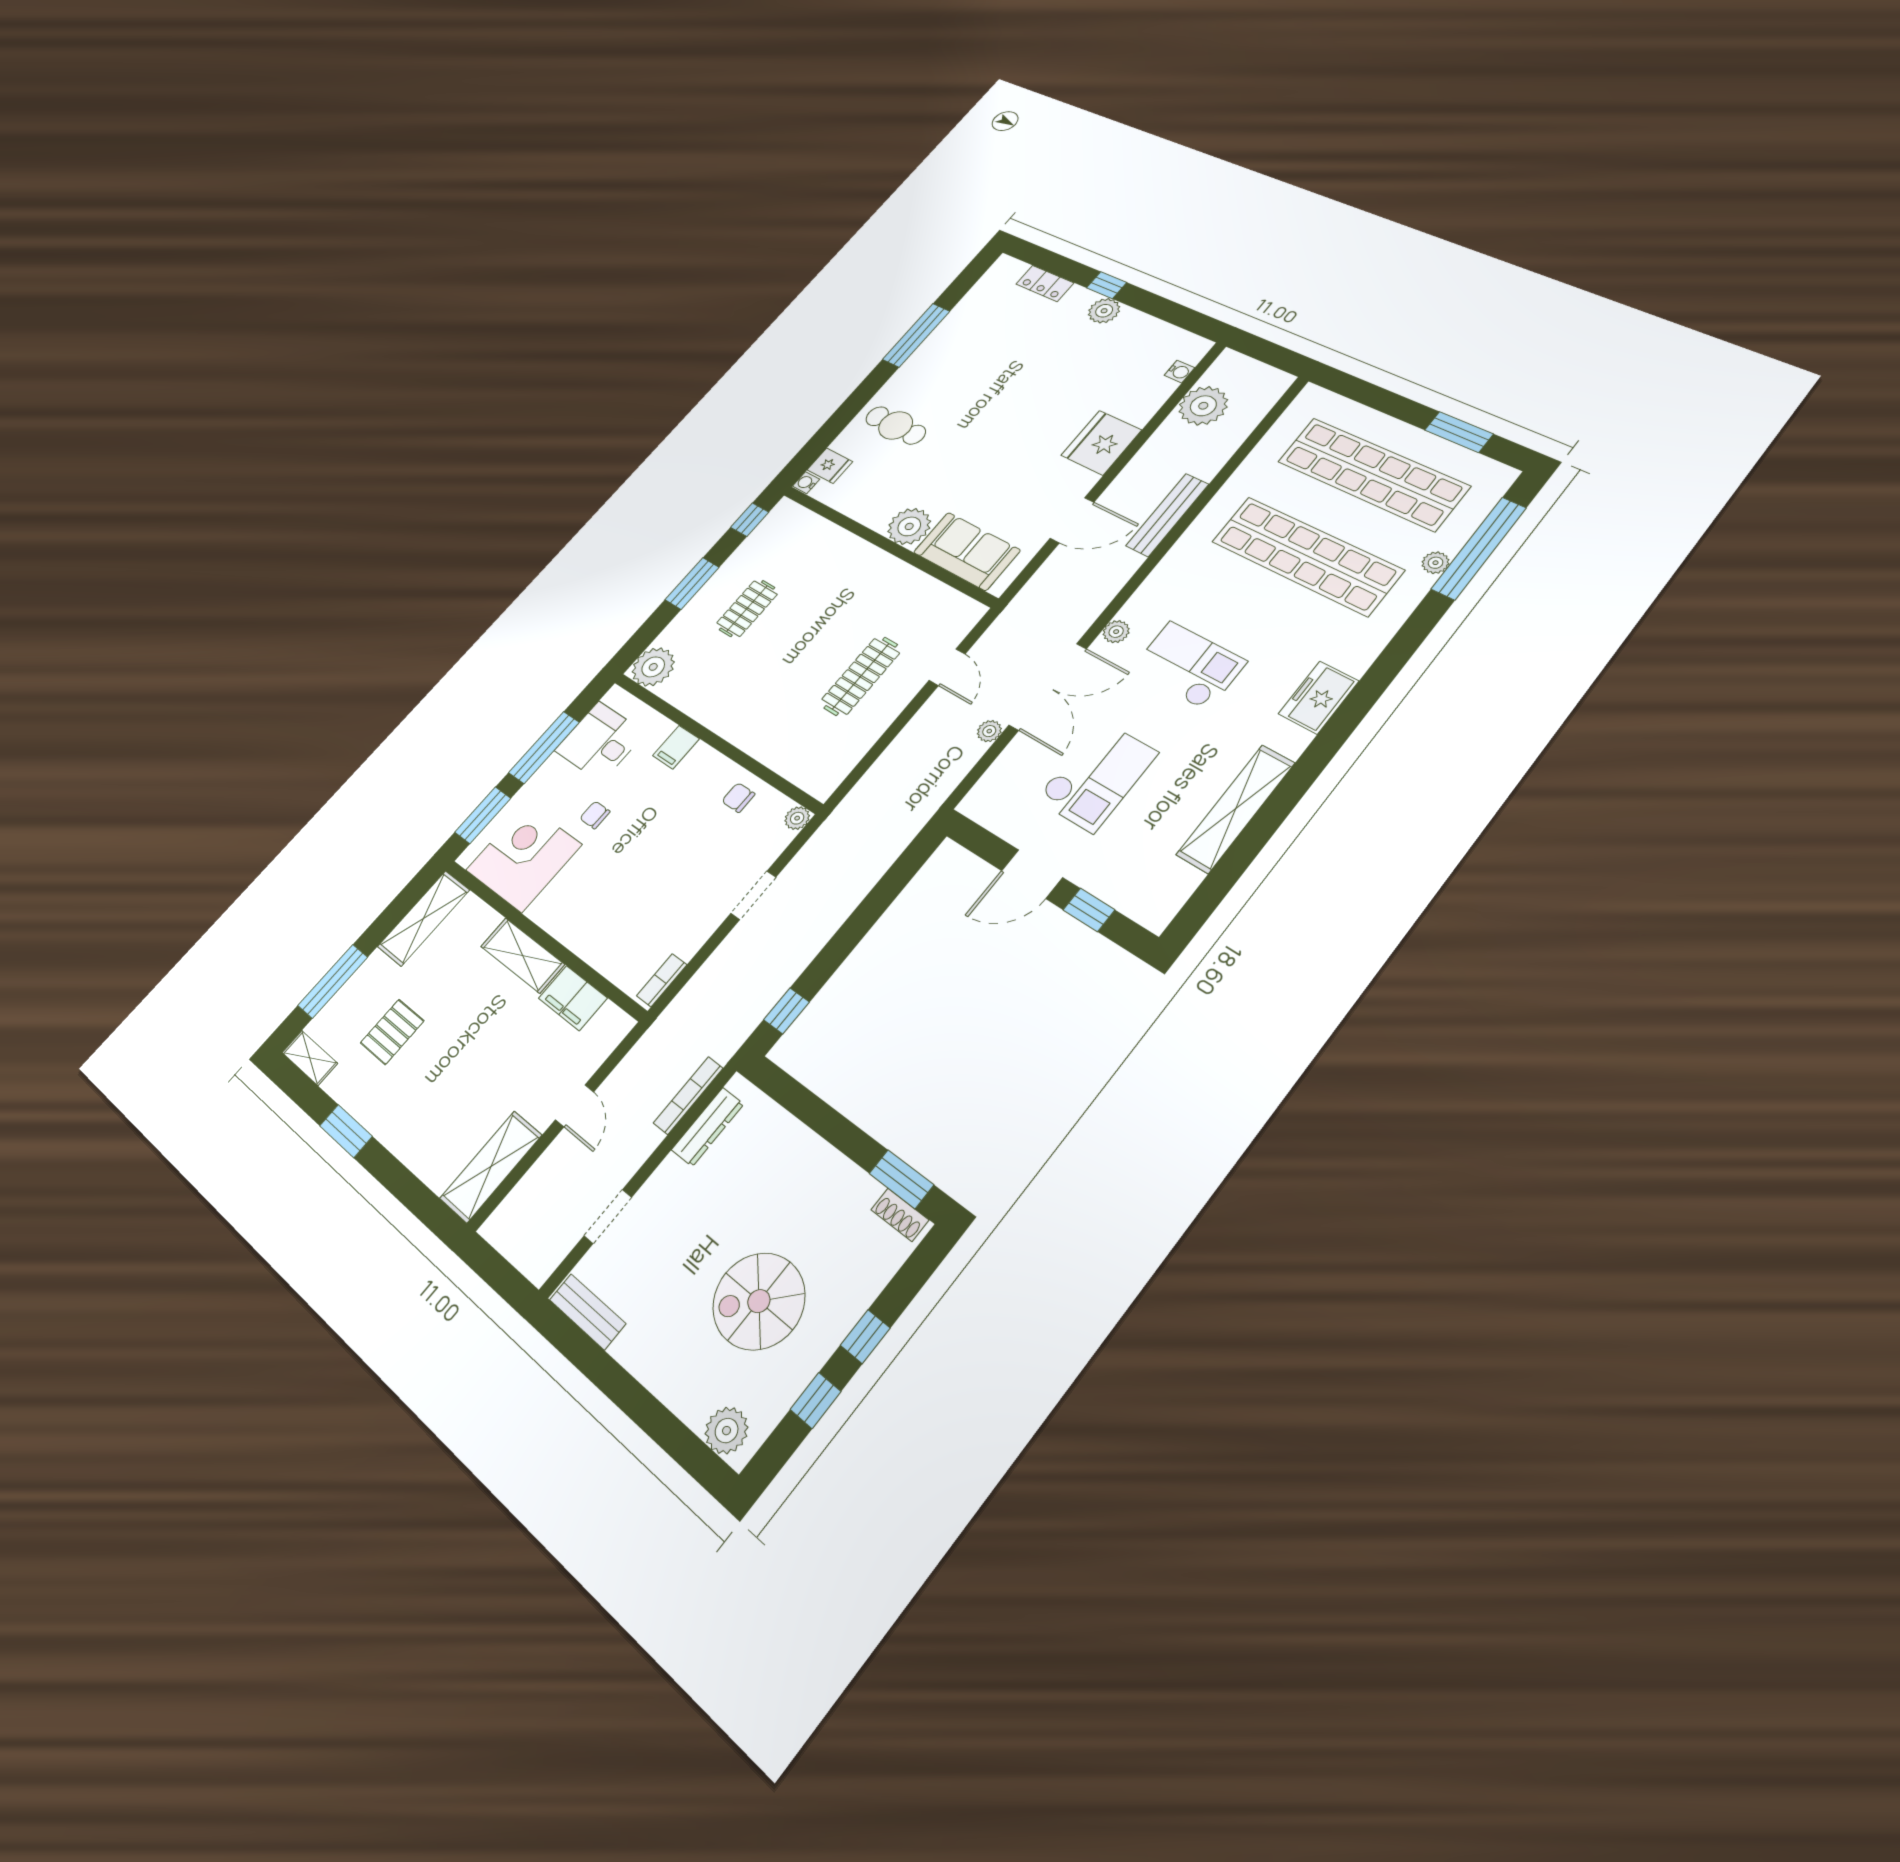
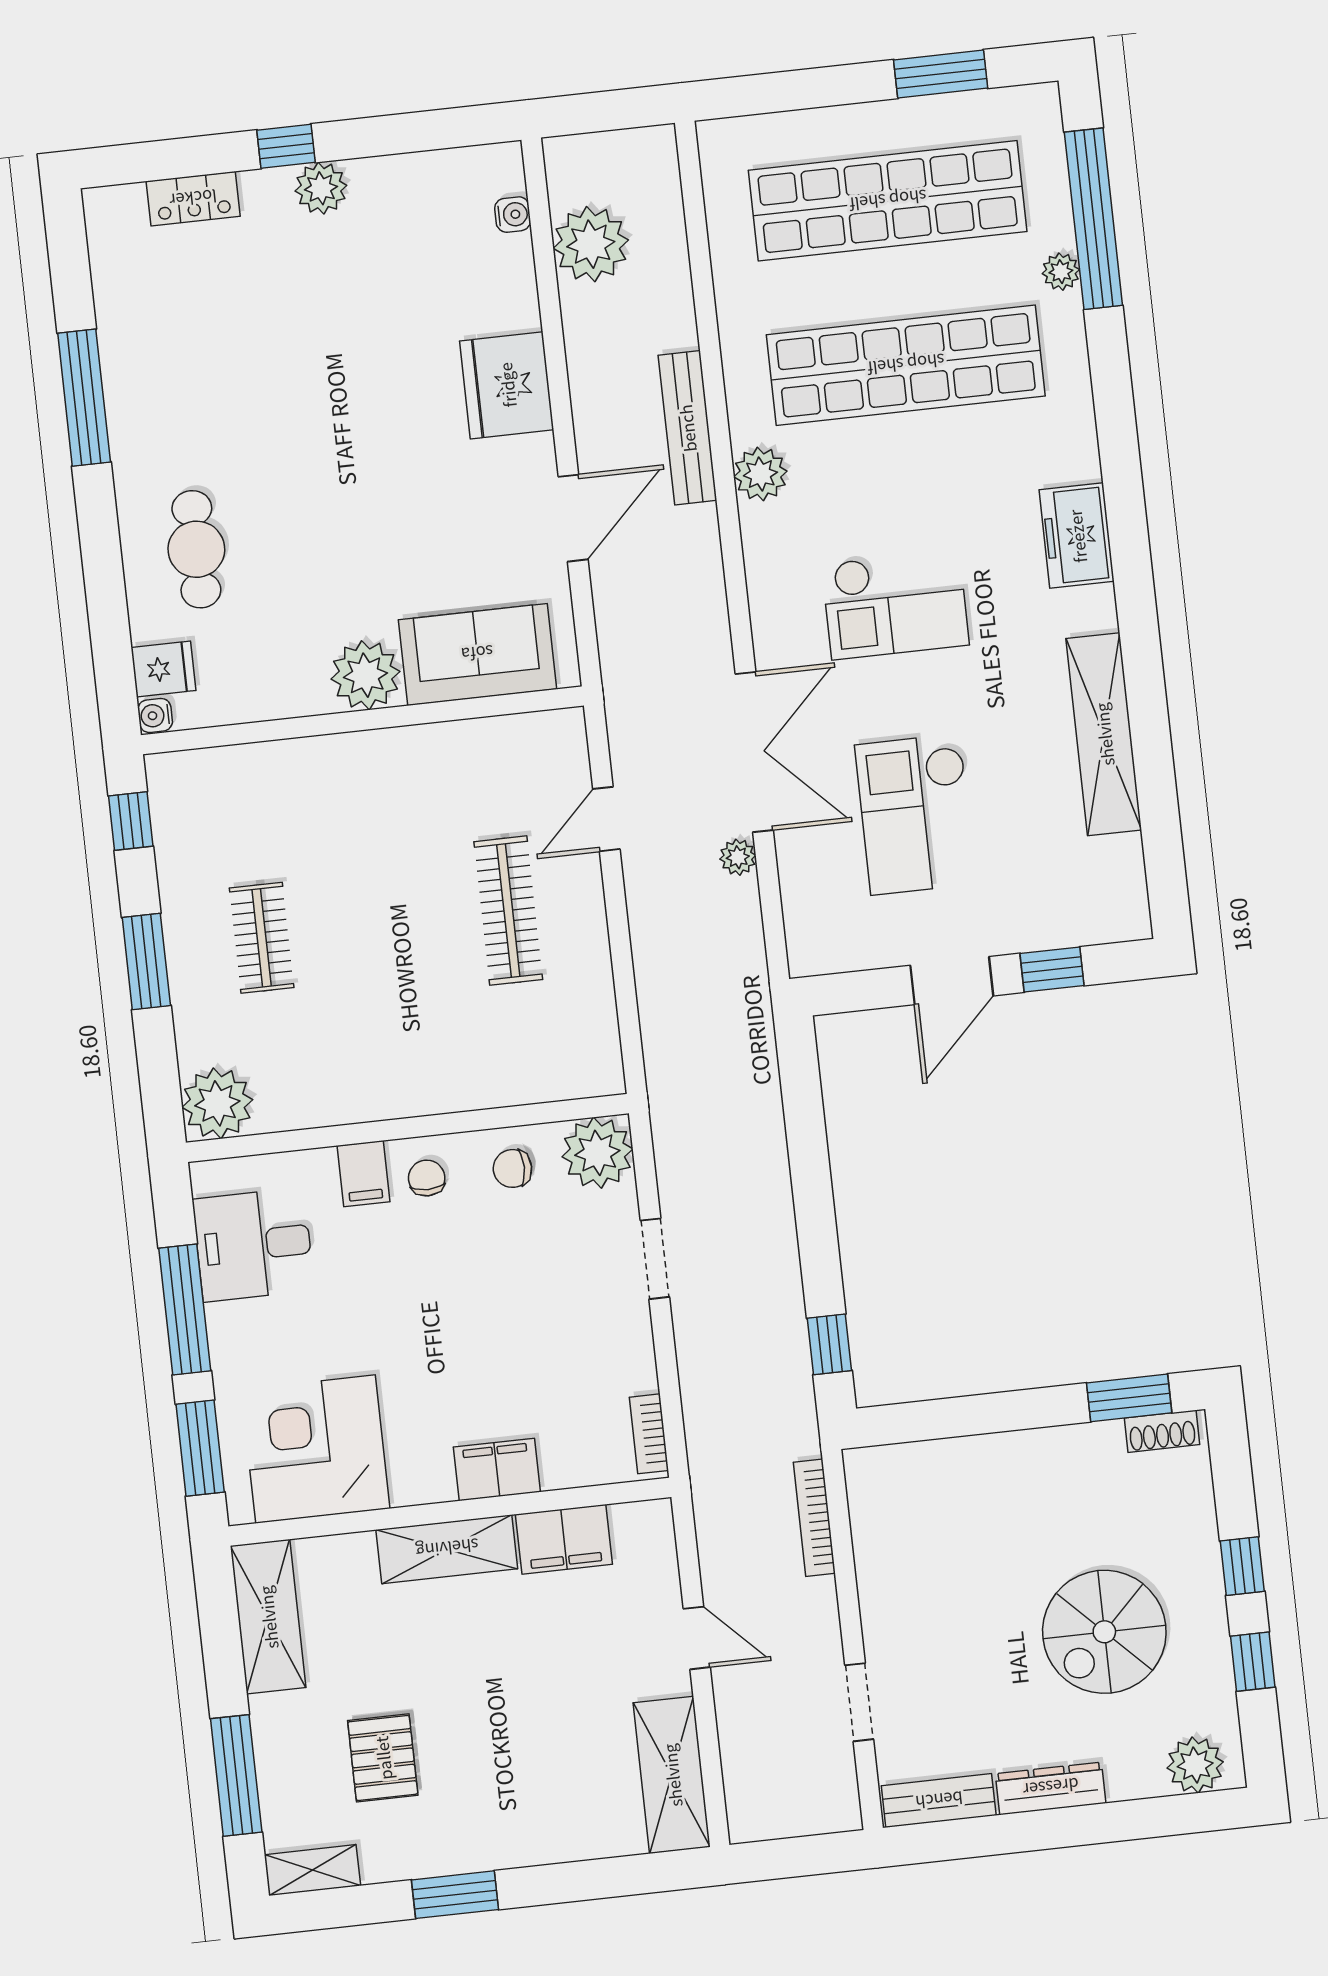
cafe table: (896, 425) -> (196, 549), turned 90
plant: (1116, 632) -> (760, 474), moved, width x1.38, depth x1.38
checkout: (1188, 666) -> (895, 604), turned 180
door: (947, 667) -> (606, 819), swing flipped
checkout: (1097, 776) -> (916, 814), turned 180
chair: (595, 815) -> (427, 1178), moved, turned 90
plant: (797, 818) -> (597, 1153), width x1.88, depth x1.88
filing cabinet: (582, 936) -> (497, 1469), added
dresser: (708, 1127) -> (1051, 1788), moved, turned -90

